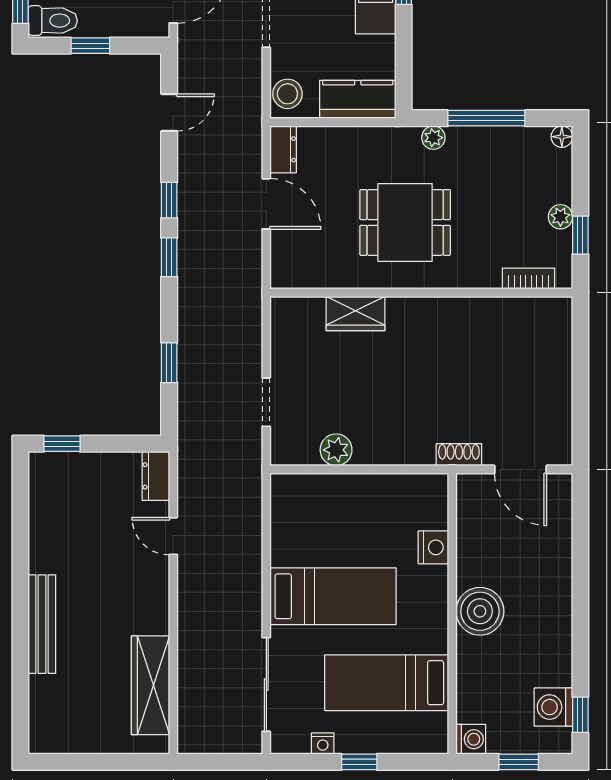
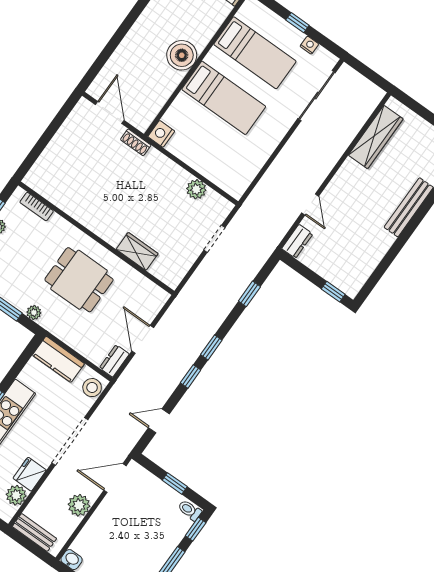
toilet: (53, 21) -> (190, 510), width x0.73, depth x0.72
nightstand: (433, 547) -> (161, 134), moved
bed: (333, 596) -> (224, 98), moved, turned 180

